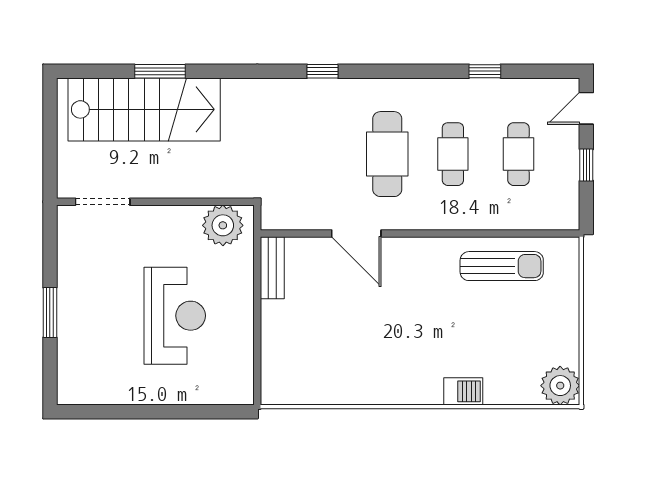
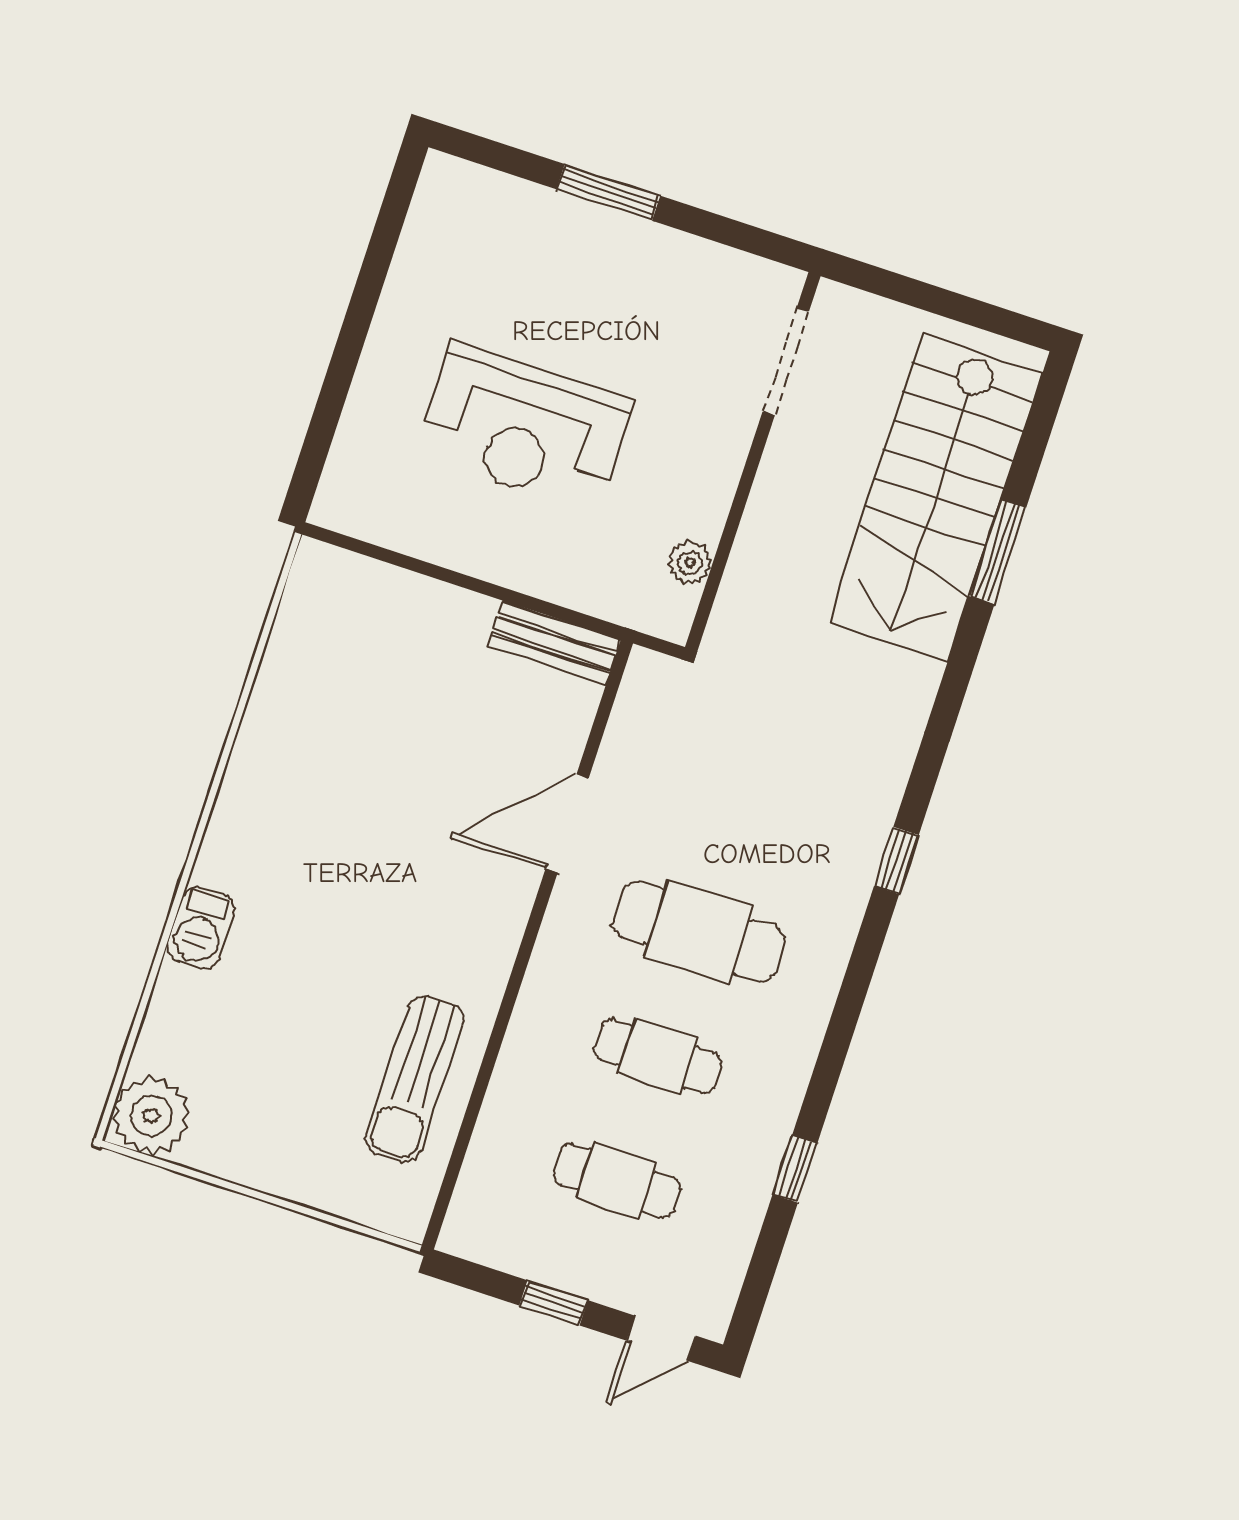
door: (586, 108) -> (661, 1338), swing flipped
plant: (223, 225) -> (690, 563), width x0.53, depth x0.53

